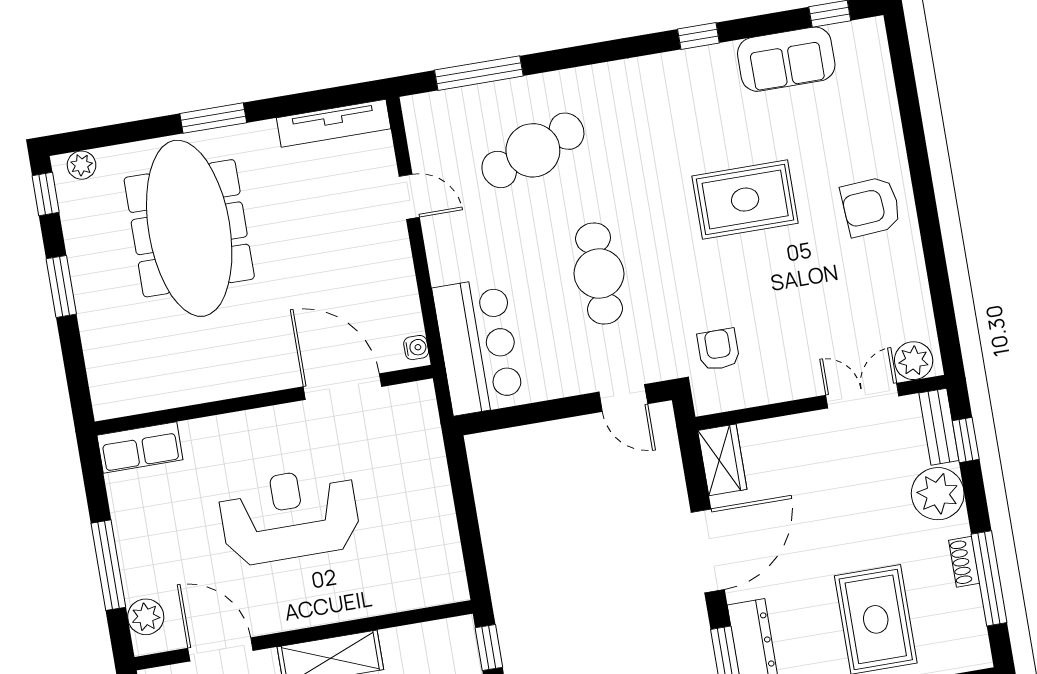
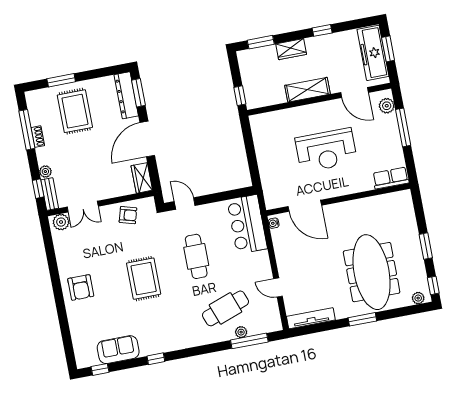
plant: (498, 94) -> (241, 332), added
rug: (745, 200) -> (144, 279), moved, turned 90
armchair: (871, 207) -> (81, 287), turned 94
armchair: (718, 349) -> (128, 215), moved, turned -74
plant: (938, 494) -> (45, 172), width x0.53, depth x0.53

